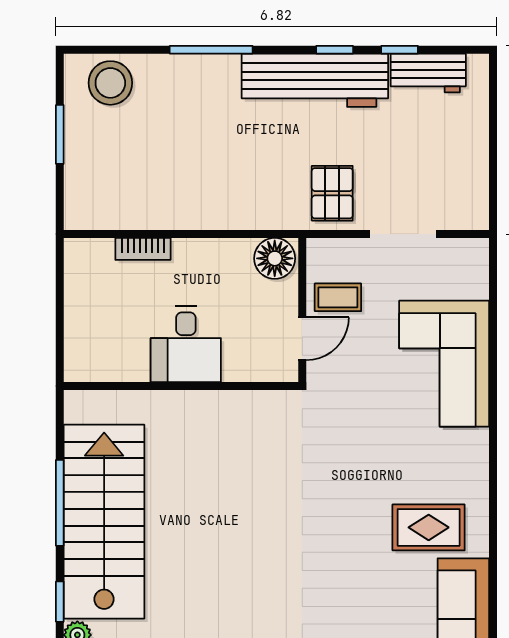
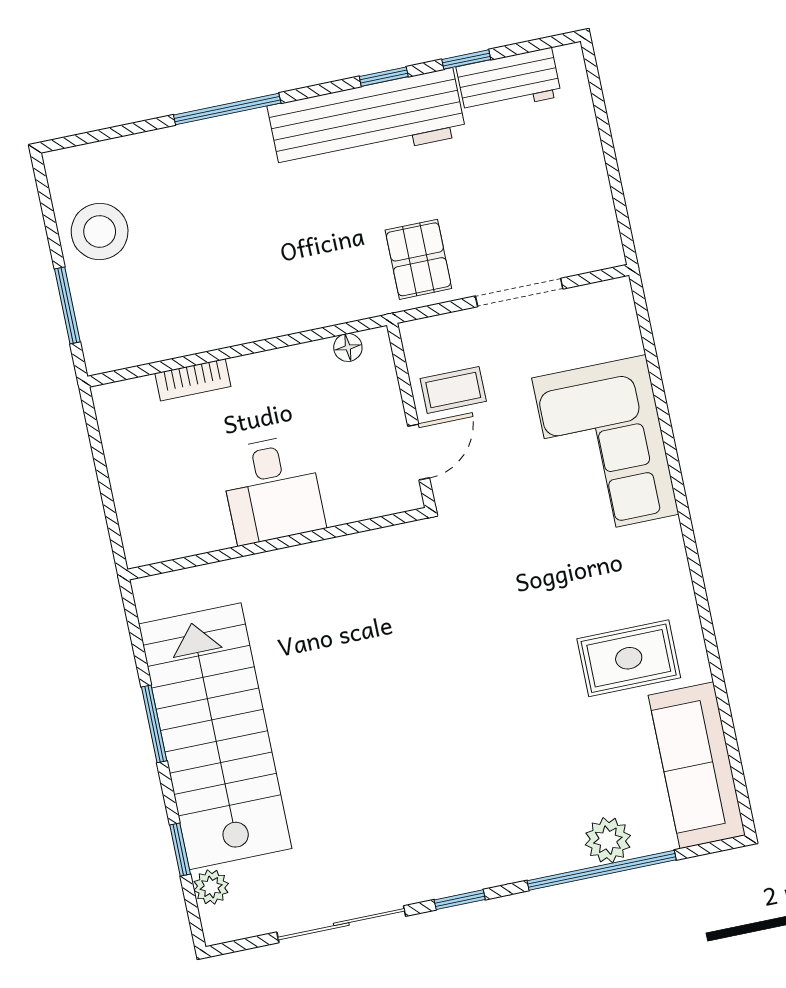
stool: (110, 83) -> (100, 231), moved
window: (60, 134) -> (67, 305), moved
floor lamp: (275, 258) -> (348, 347), width x0.53, depth x0.53
window: (60, 503) -> (154, 724), width x0.69

